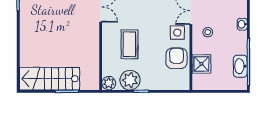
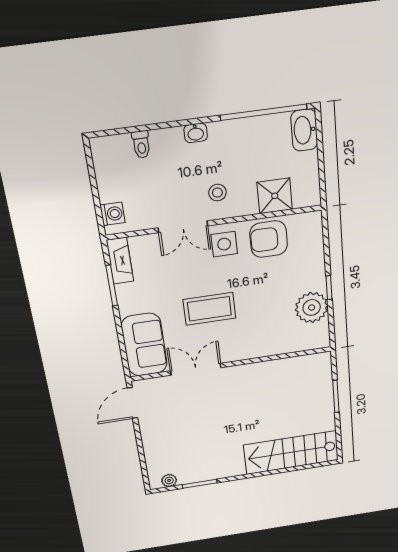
coffee table: (129, 44) -> (209, 309), moved
washbasin: (240, 66) -> (304, 130), moved, turned 90
stairs: (50, 79) -> (291, 453), moved, turned 90
plant: (109, 83) -> (319, 339), removed

